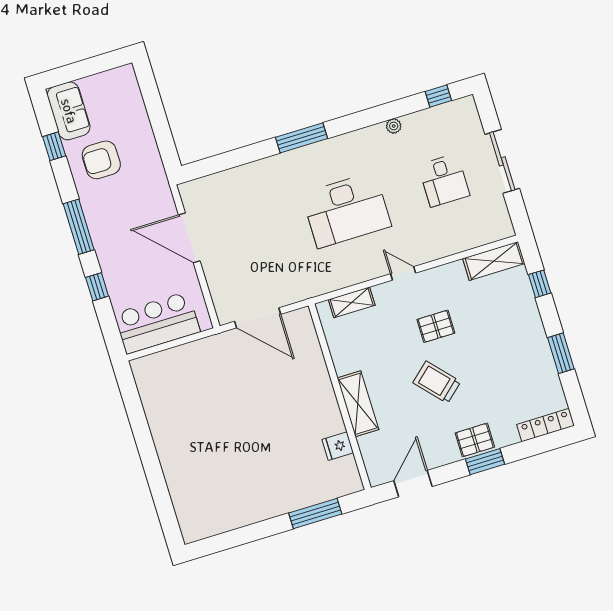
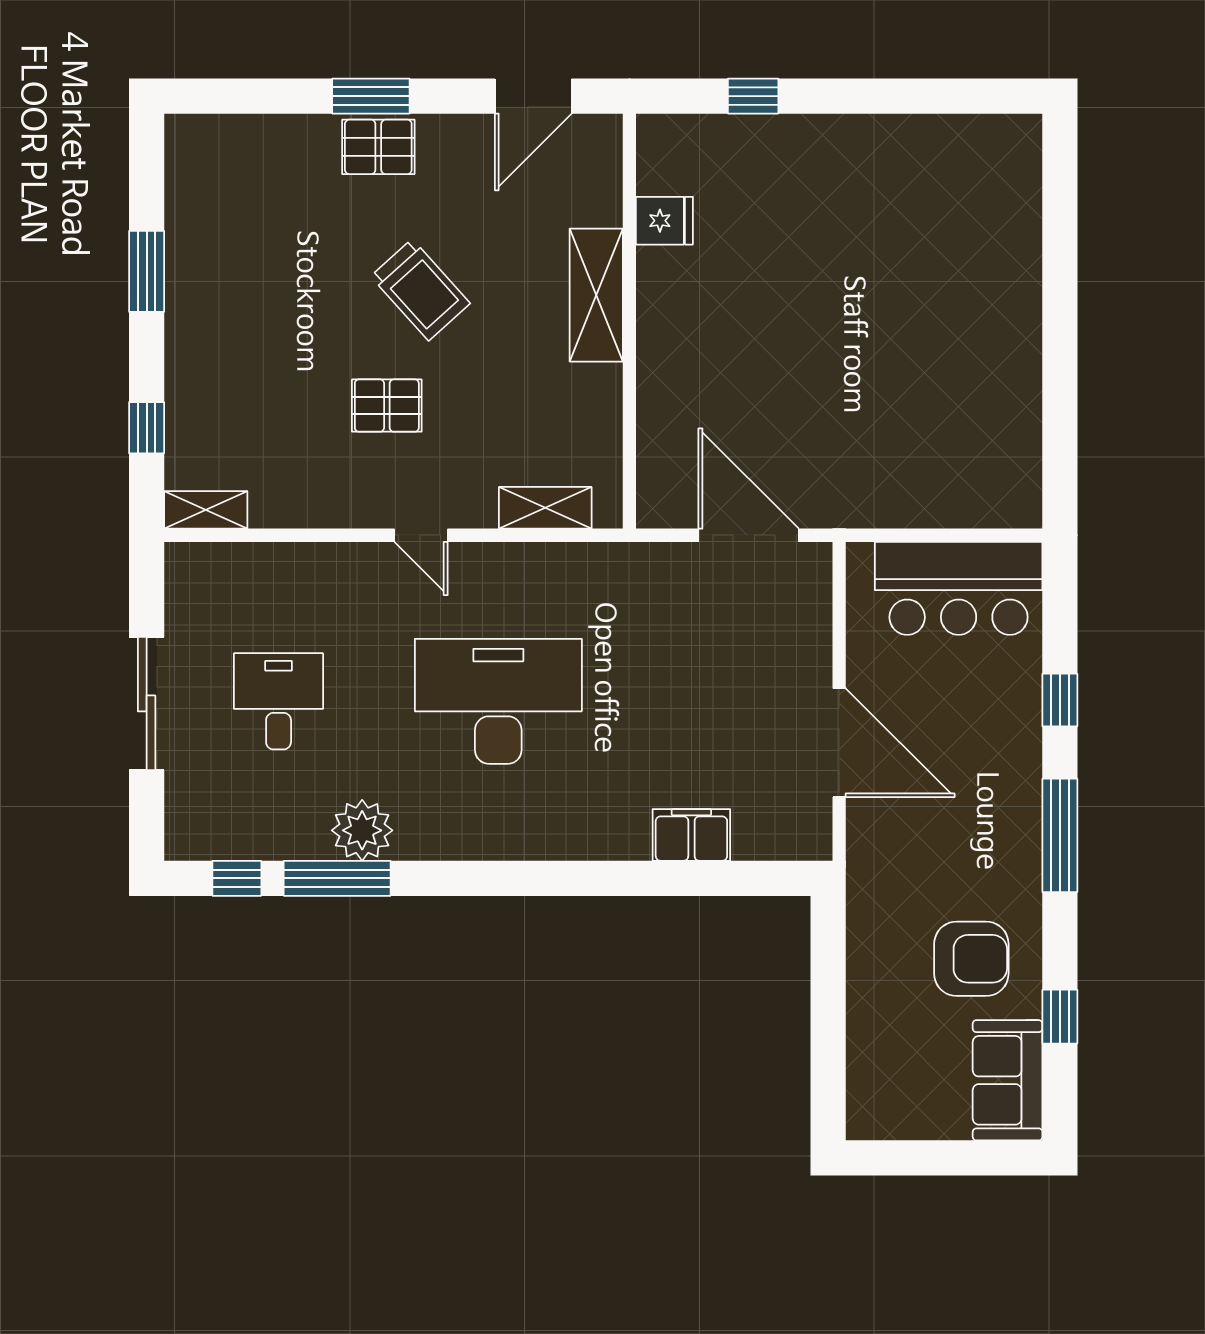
plant: (394, 126) -> (362, 830), width x1.88, depth x1.88
window: (301, 138) -> (337, 878), moved
filing cabinet: (242, 177) -> (691, 835), added
shelving: (494, 261) -> (206, 510), width x0.67, depth x0.75
locker: (546, 425) -> (223, 133), removed
window: (315, 513) -> (753, 96), width x0.46

